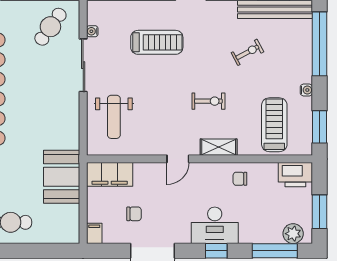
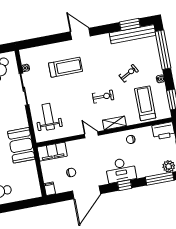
exercise bike: (247, 52) -> (129, 73), moved
weight bench: (114, 117) -> (48, 117), turned 180
door: (178, 159) -> (91, 135), swing flipped
booth: (62, 177) -> (21, 145), moved

